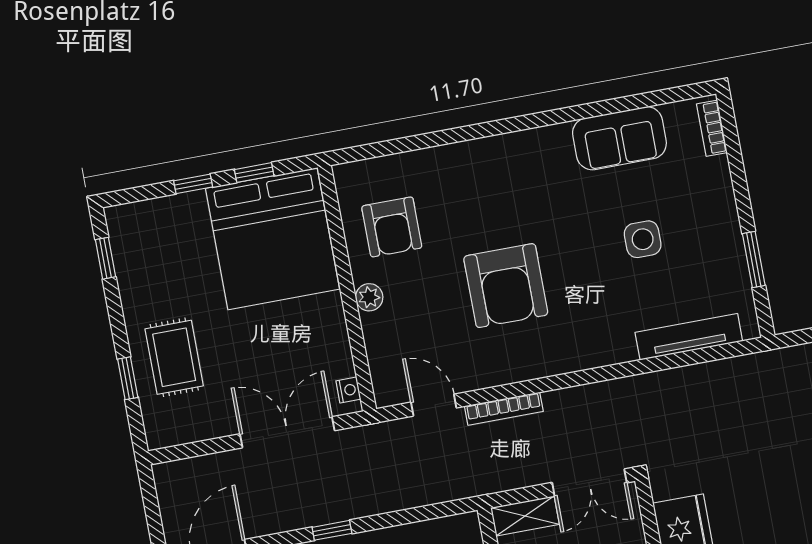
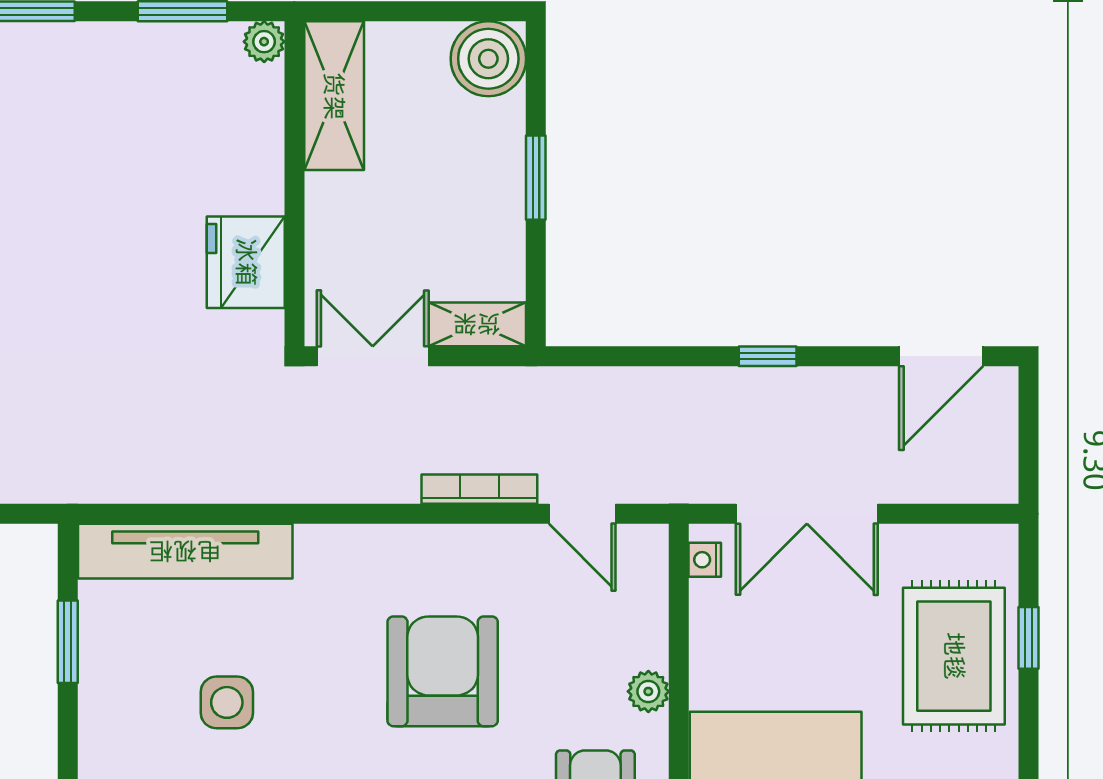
tv unit: (689, 337) -> (185, 551), width x1.36, depth x1.29
rug: (174, 357) -> (954, 656), width x1.36, depth x1.43

